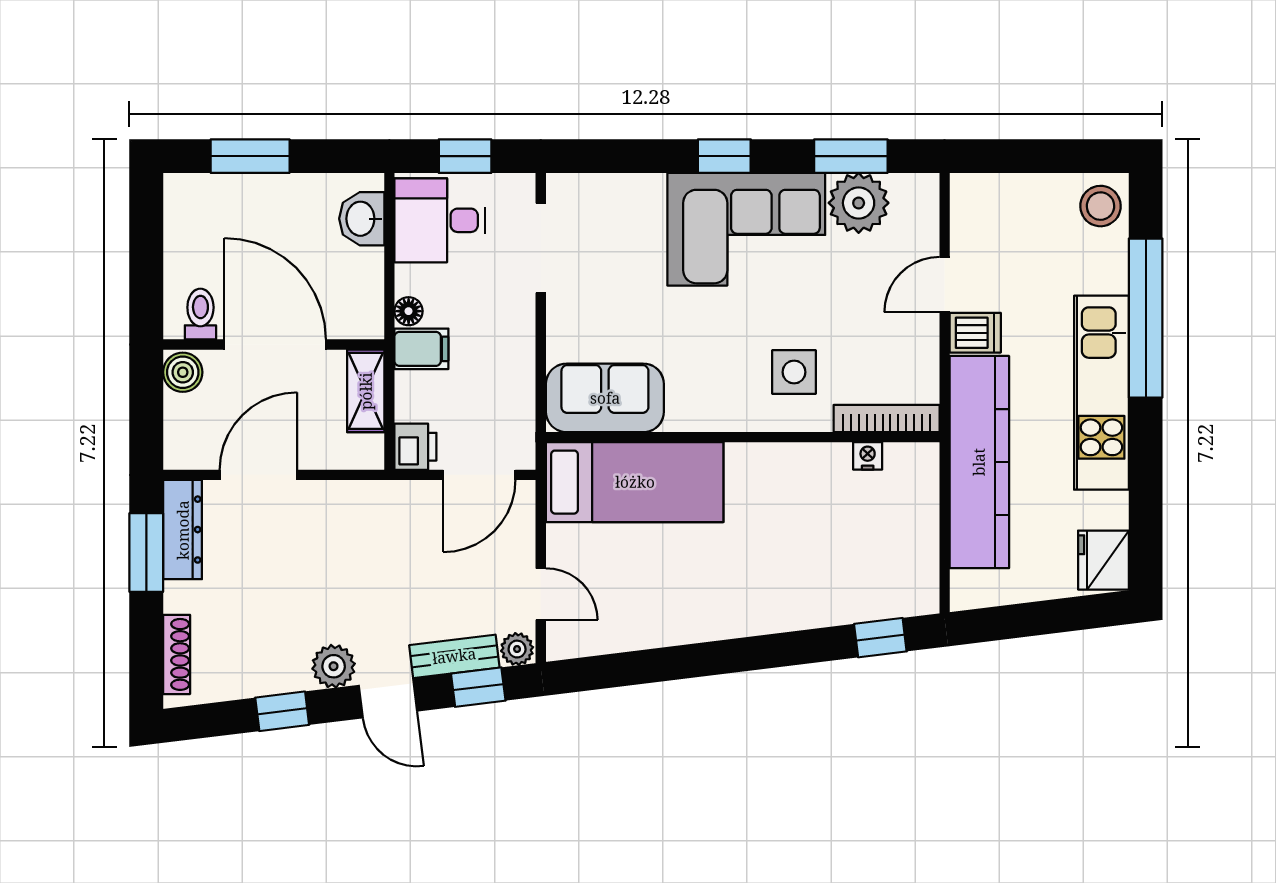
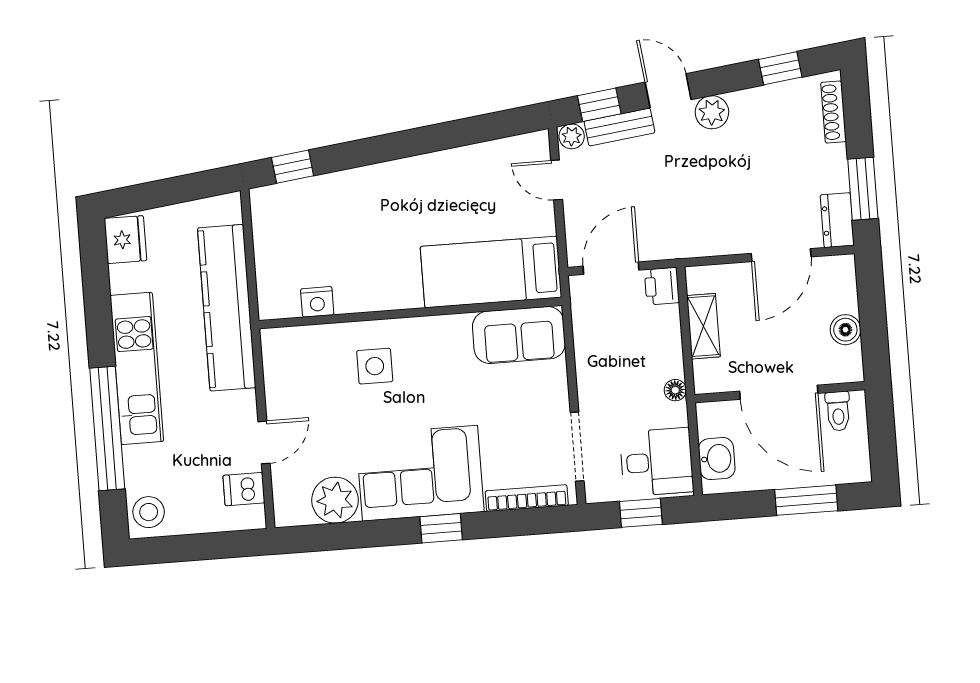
window: (851, 156) -> (344, 536), removed
toilet: (200, 314) -> (838, 411), moved
dishwasher: (975, 333) -> (244, 489), moved
wall: (274, 345) -> (780, 392), moved
door: (275, 345) -> (779, 392), moved
filing cabinet: (421, 349) -> (663, 362), removed
bookcase: (887, 418) -> (527, 498), moved, turned 180
nightstand: (868, 456) -> (317, 302), width x1.39, depth x1.35
dresser: (183, 530) -> (837, 220), width x0.70
window: (282, 711) -> (780, 68), moved

